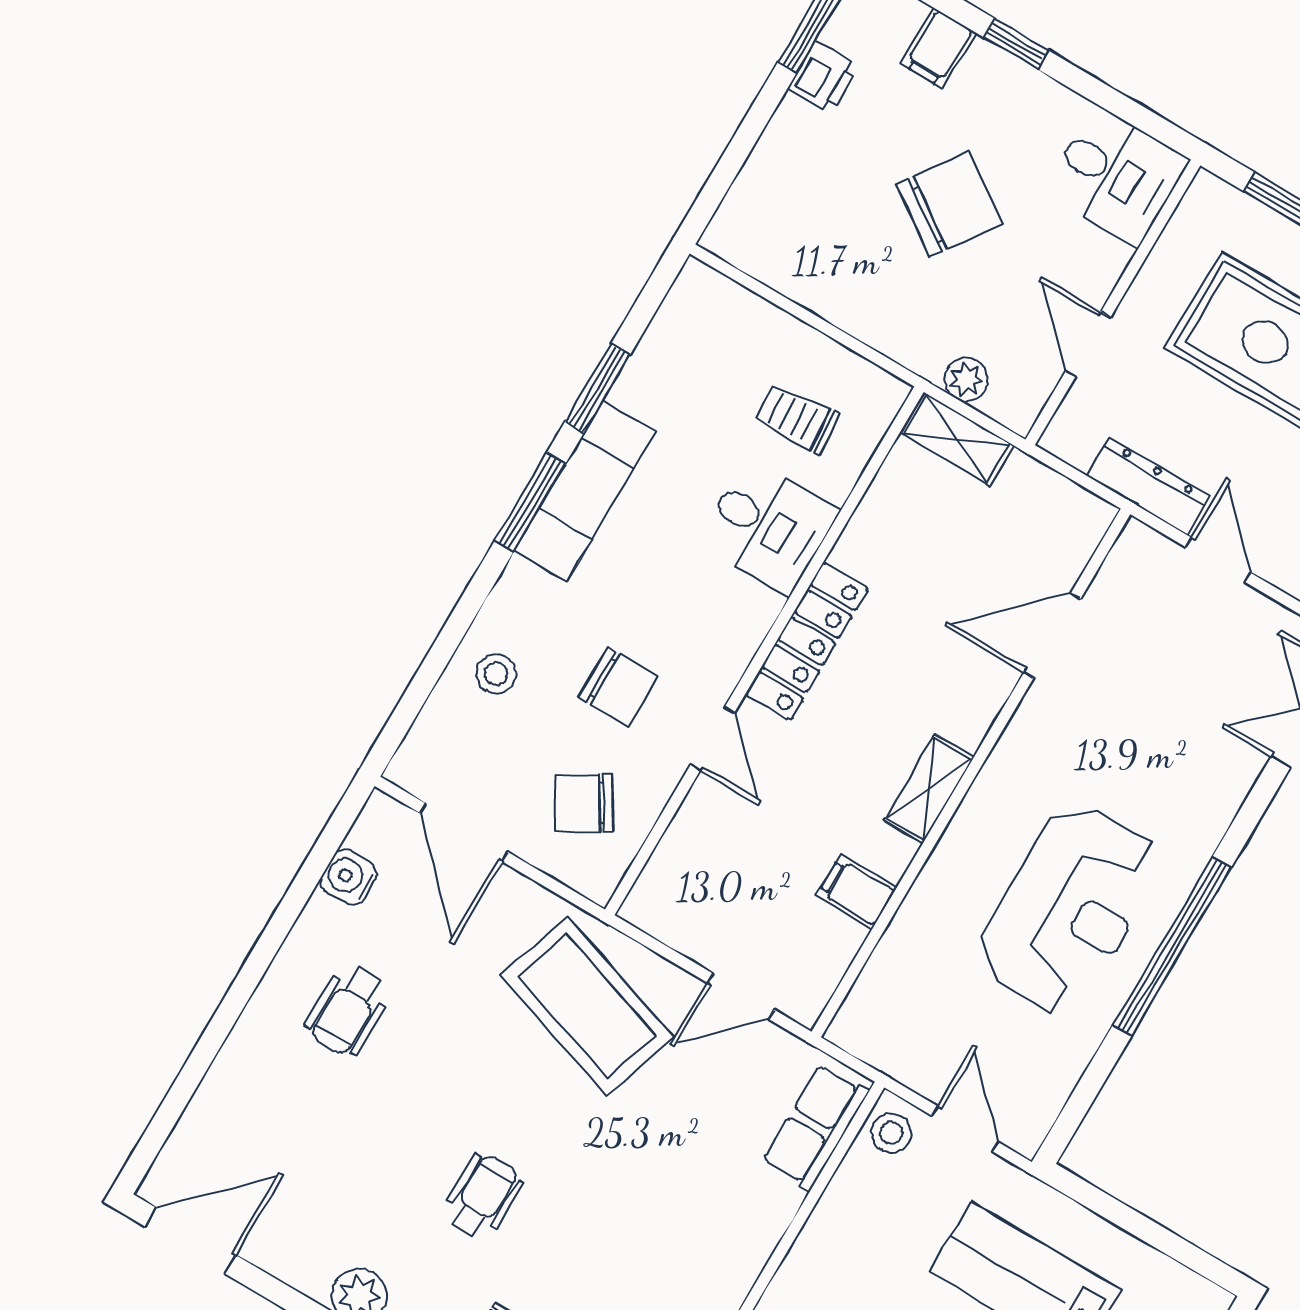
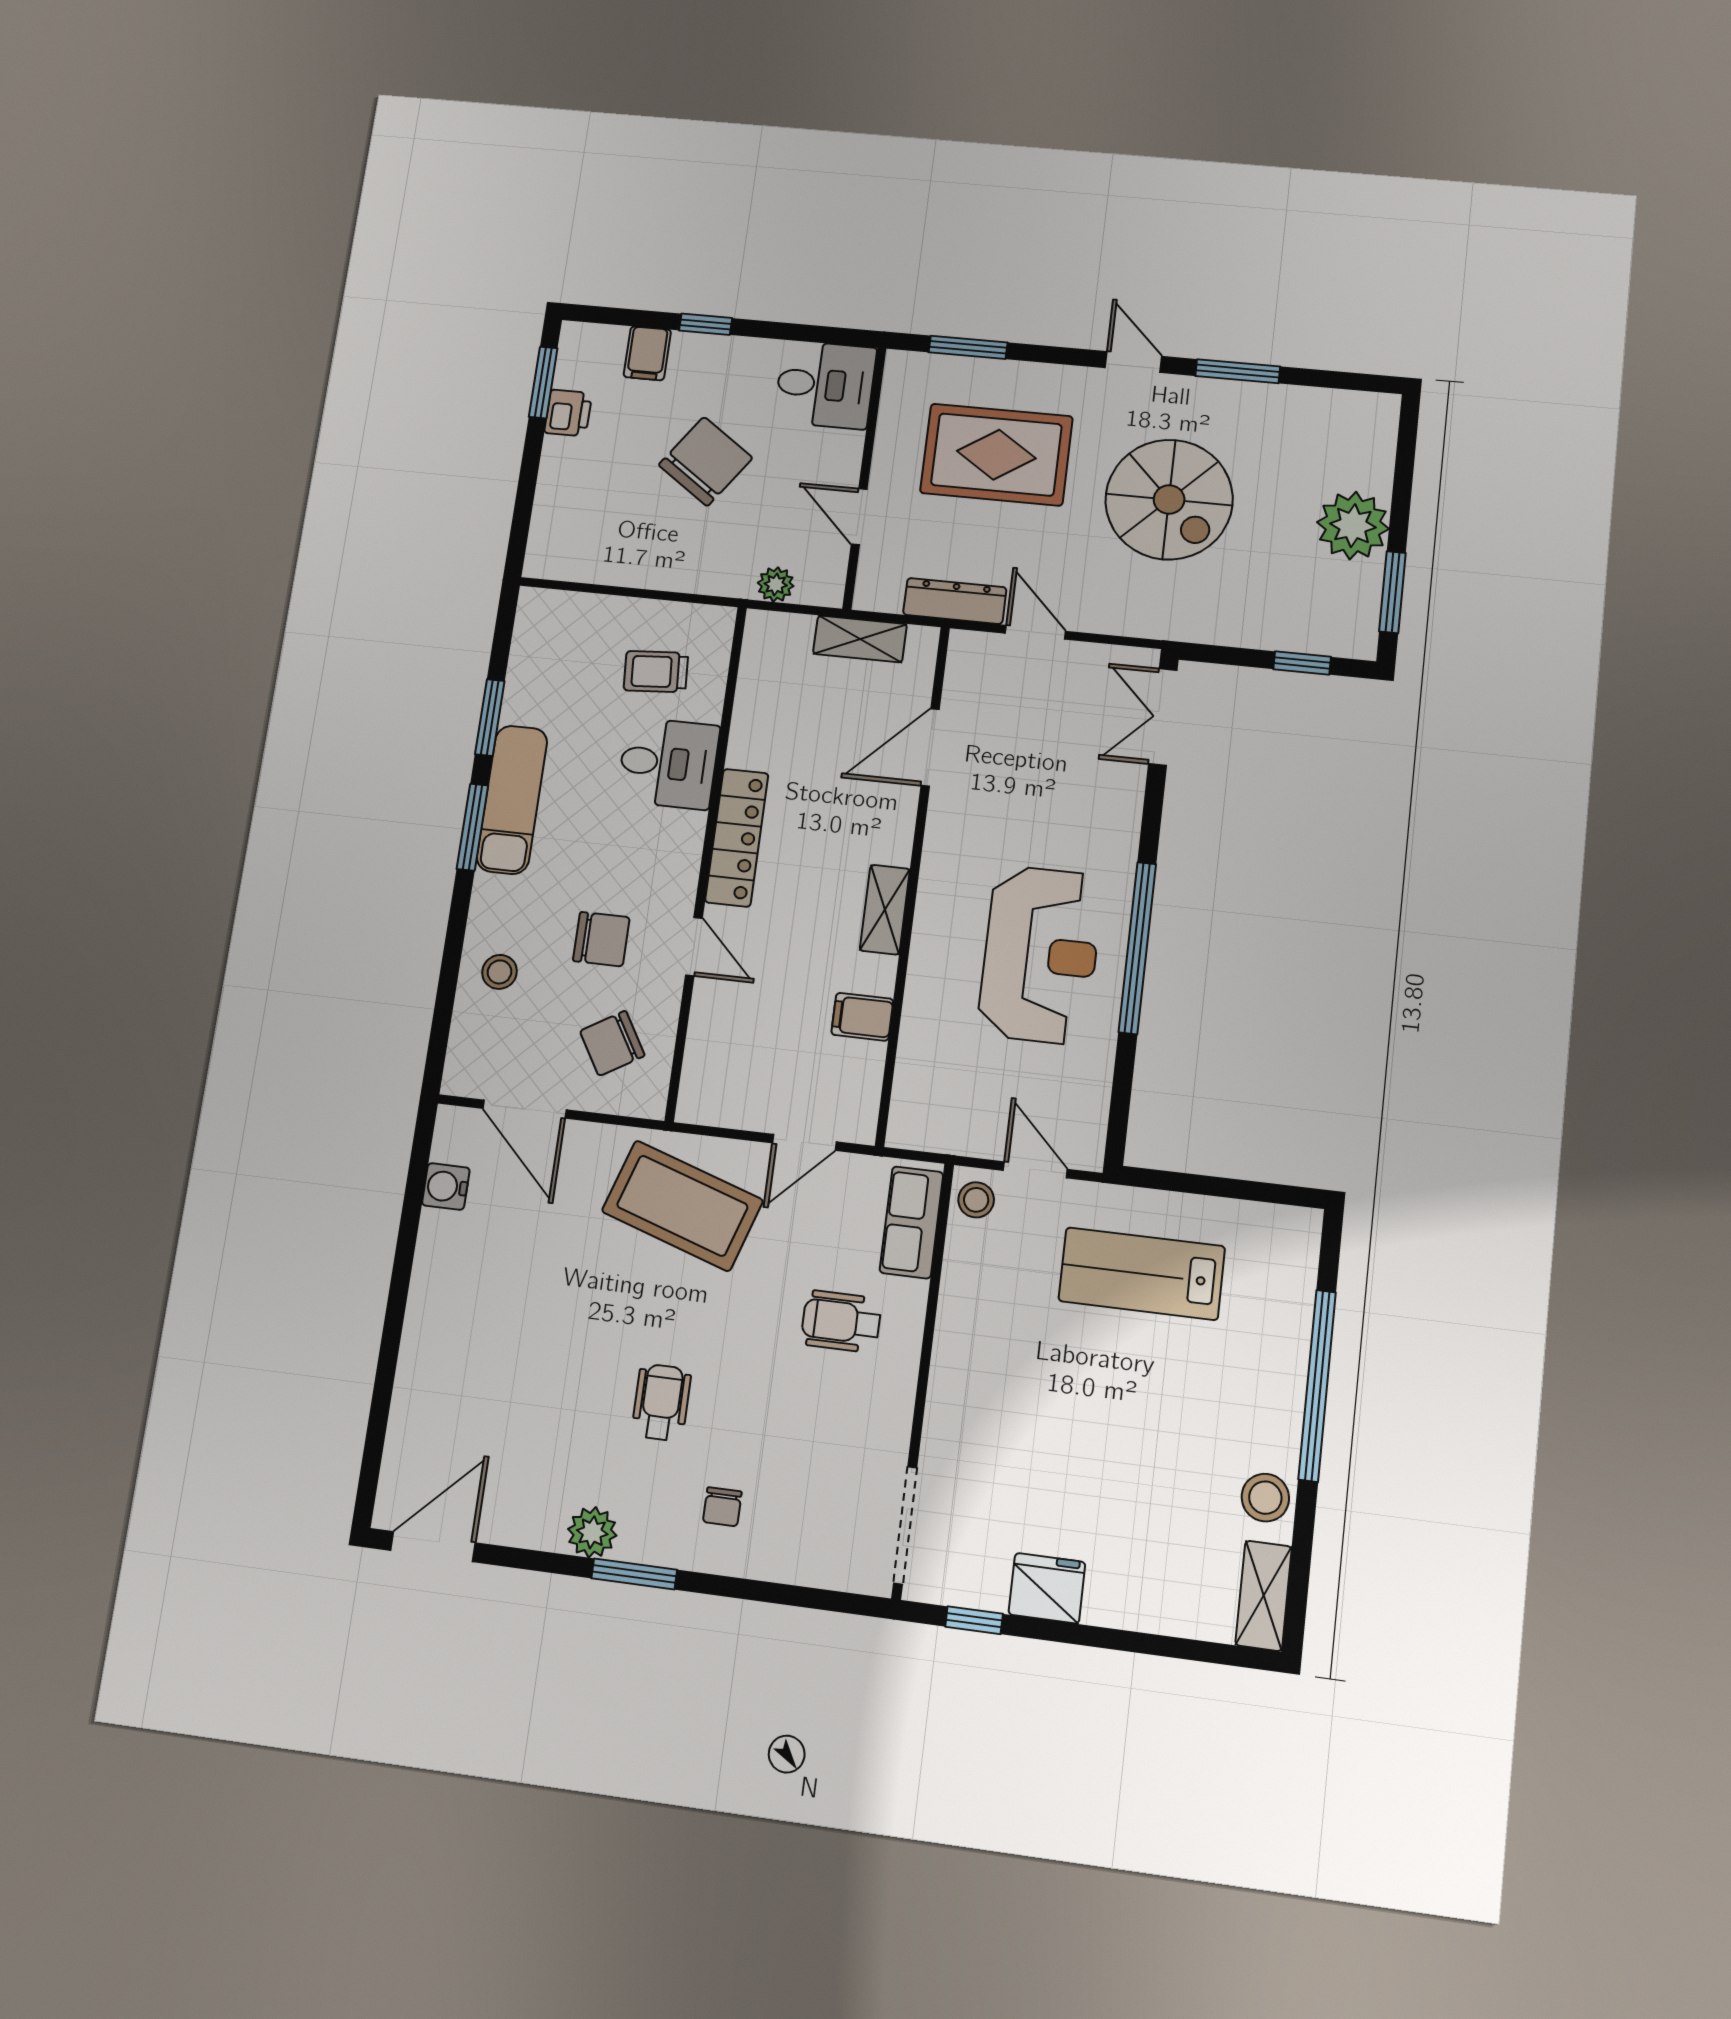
shelving: (957, 439) -> (860, 639), moved
wheelchair: (348, 1010) -> (841, 1321), moved, turned 90

